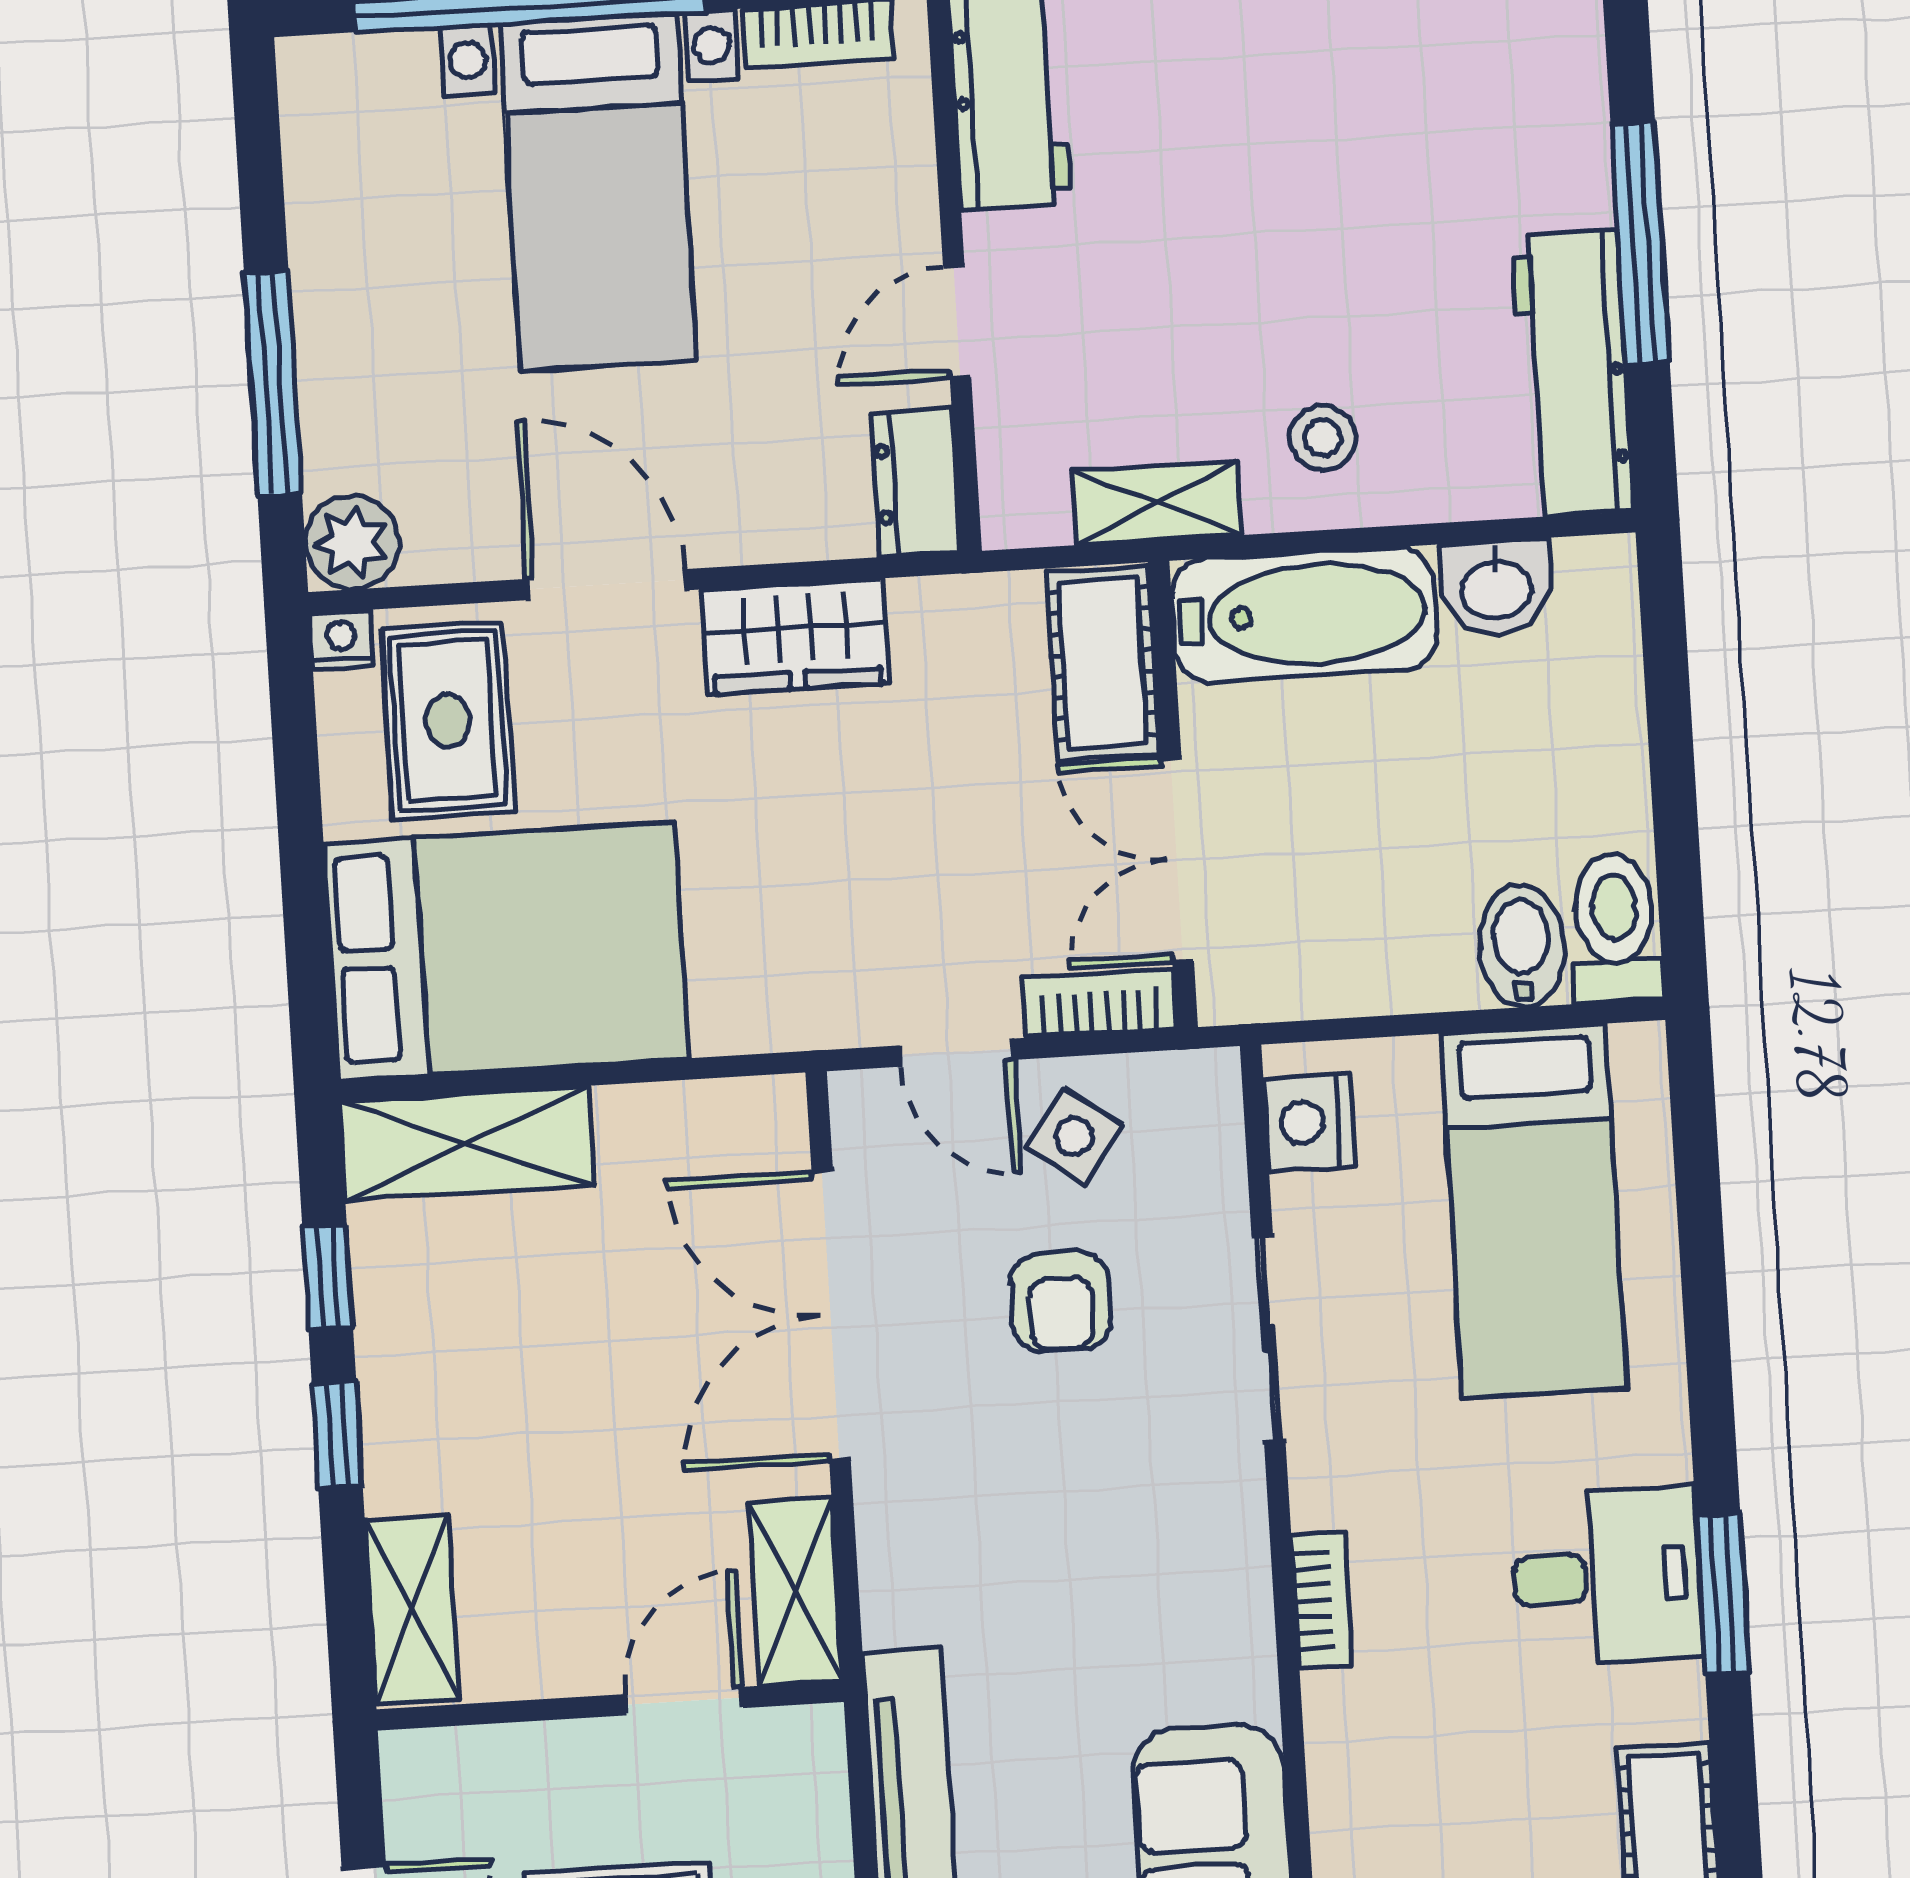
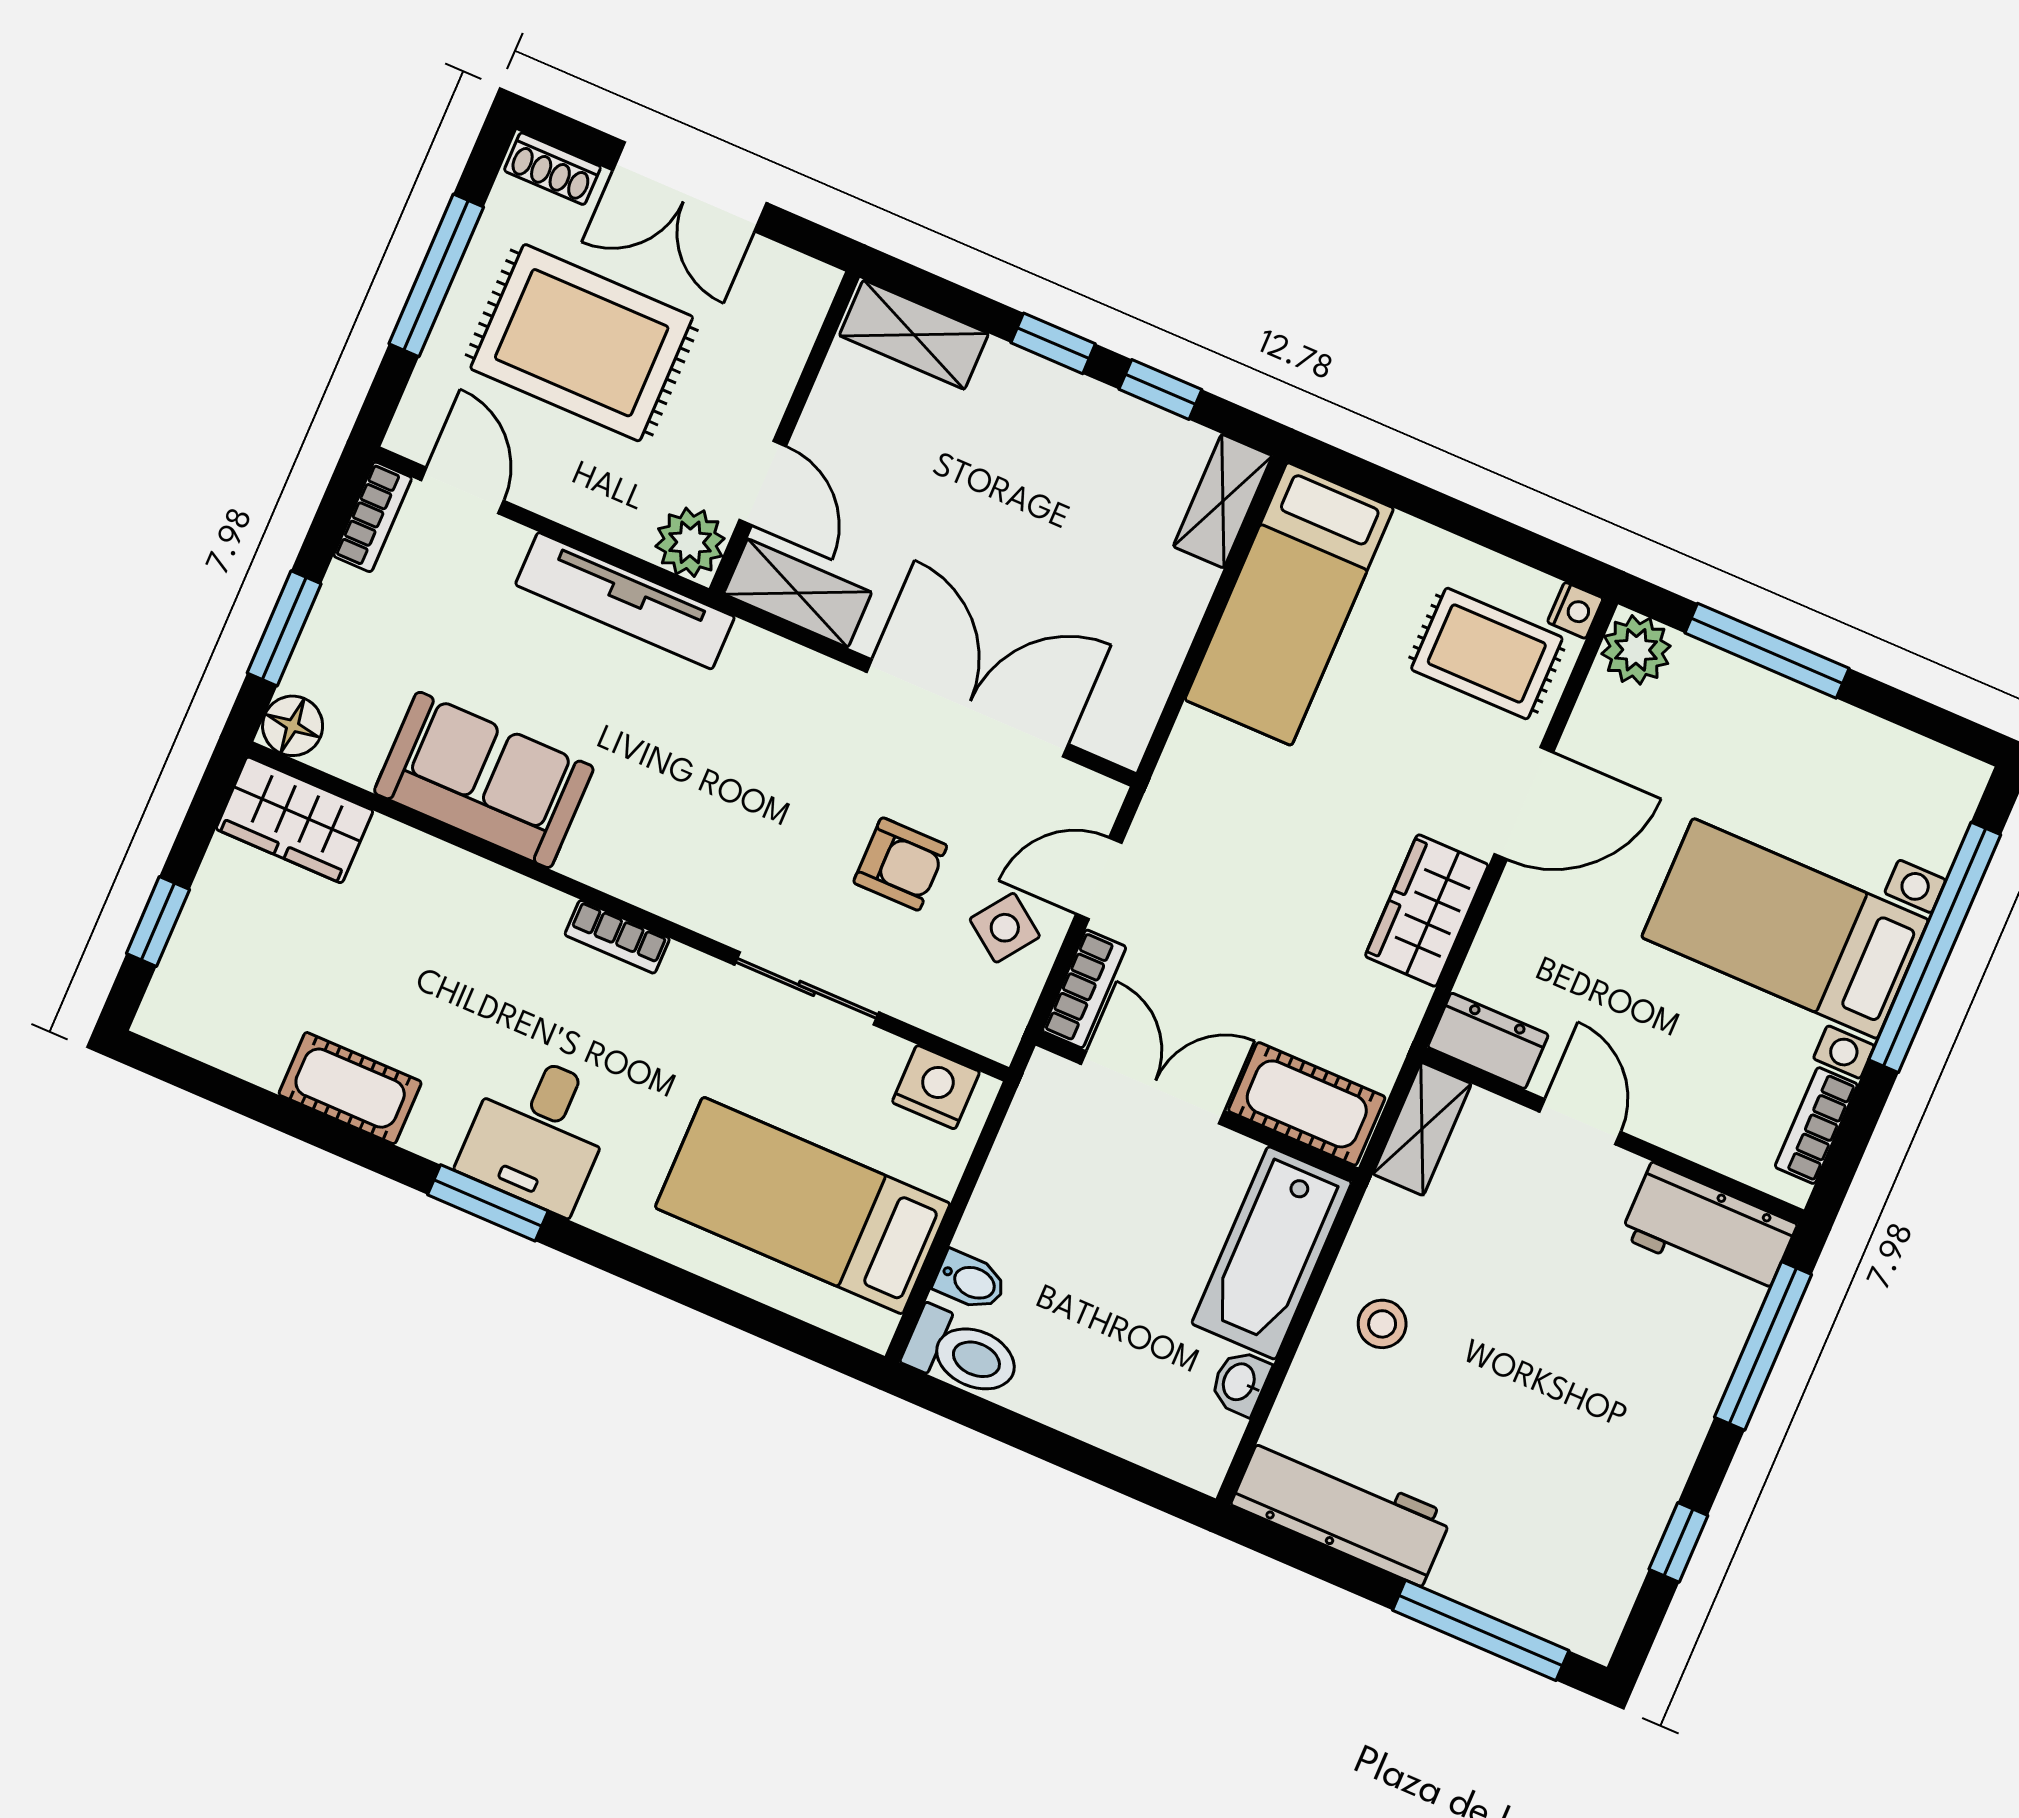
window: (1640, 243) -> (1481, 1630), moved
shelving: (1157, 503) -> (1422, 1129), moved
washbasin: (1496, 587) -> (1240, 1382), width x0.72, depth x0.69
bidet: (1522, 946) -> (970, 1281), width x0.72, depth x0.74
bed: (506, 951) -> (1289, 604), width x0.67
shelving: (467, 1143) -> (1223, 501), width x0.67, depth x0.75
armchair: (1061, 1302) -> (900, 864), turned 180
plant: (800, 1753) -> (690, 542), added

